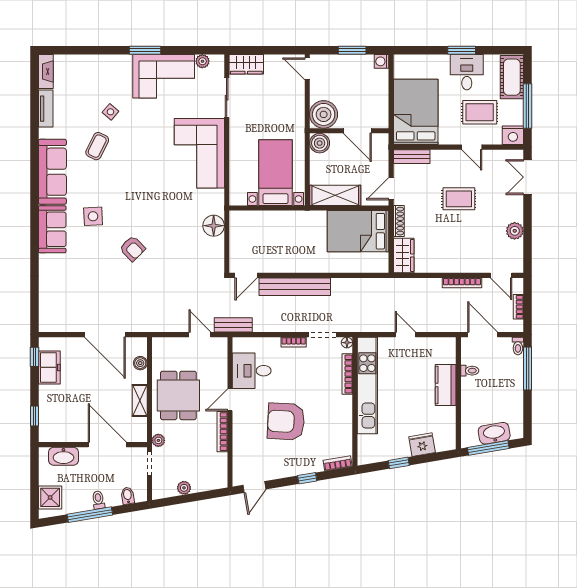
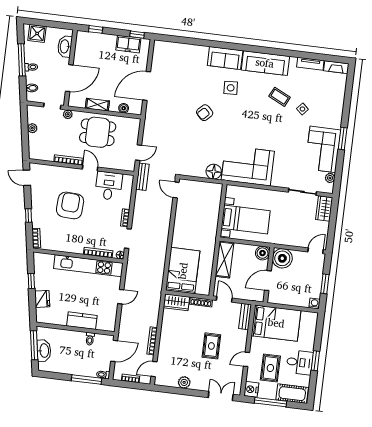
corner sofa: (199, 153) -> (248, 166), moved
bed: (358, 231) -> (183, 271), moved
bench: (295, 287) -> (164, 223), removed

